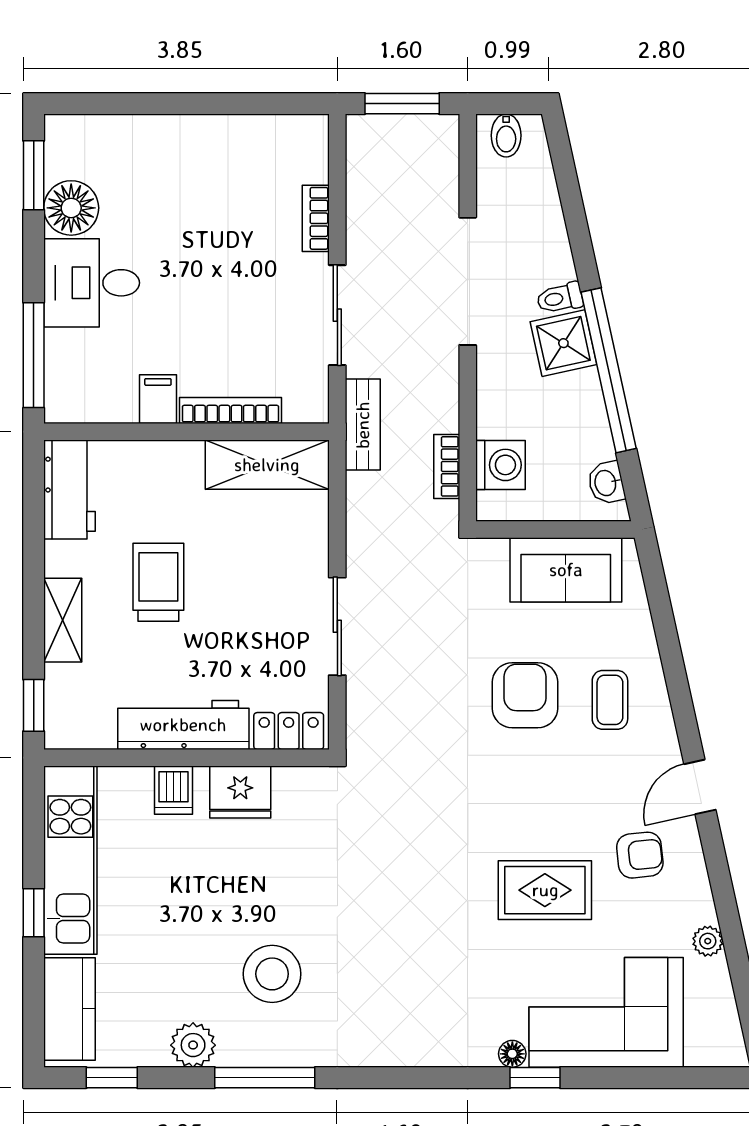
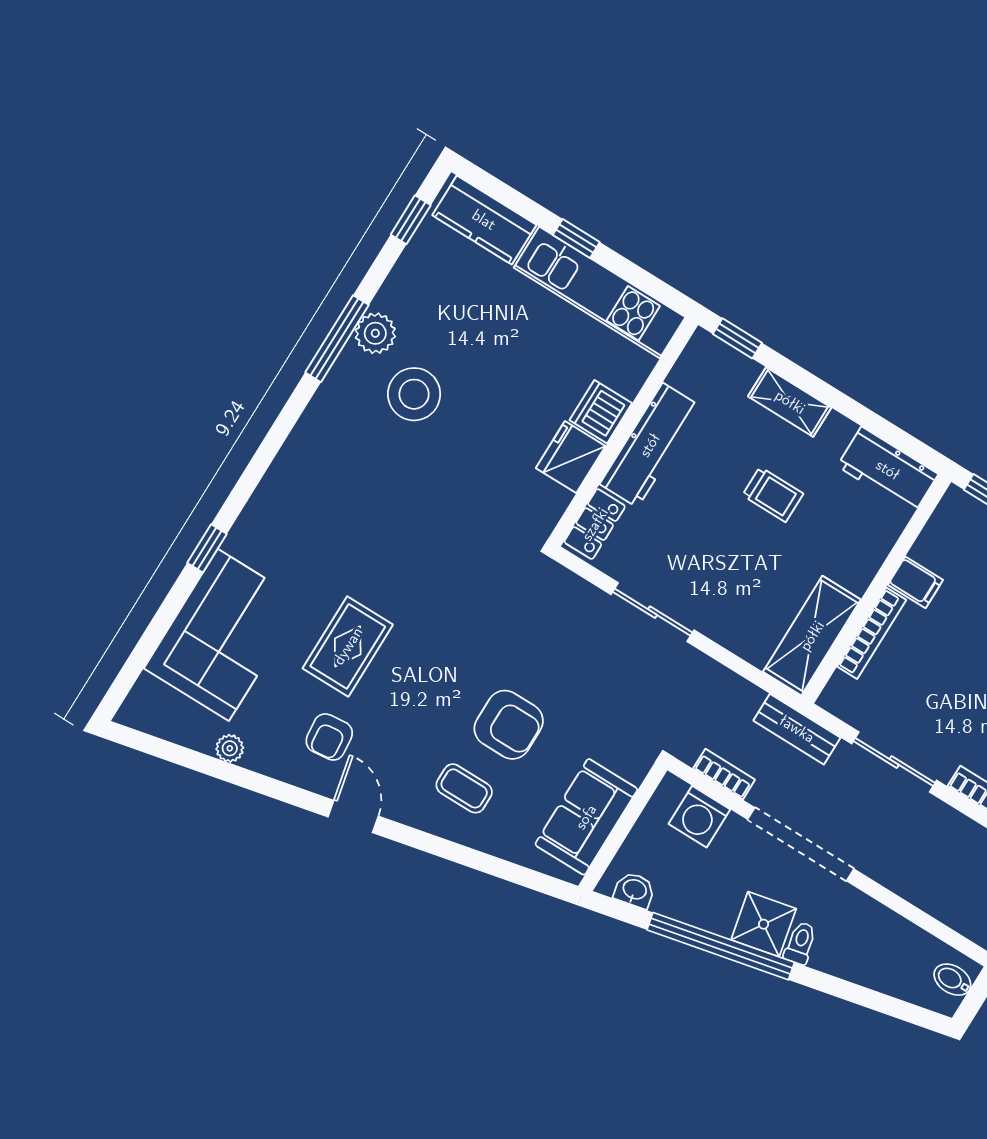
doorway: (468, 281) -> (801, 844), moved
trolley: (158, 582) -> (773, 494), width x0.73, depth x0.72
dishwasher: (174, 790) -> (601, 412), width x1.38
plant: (193, 1045) -> (375, 333), moved
floor lamp: (512, 1054) -> (236, 542), removed

